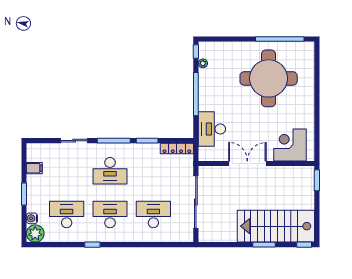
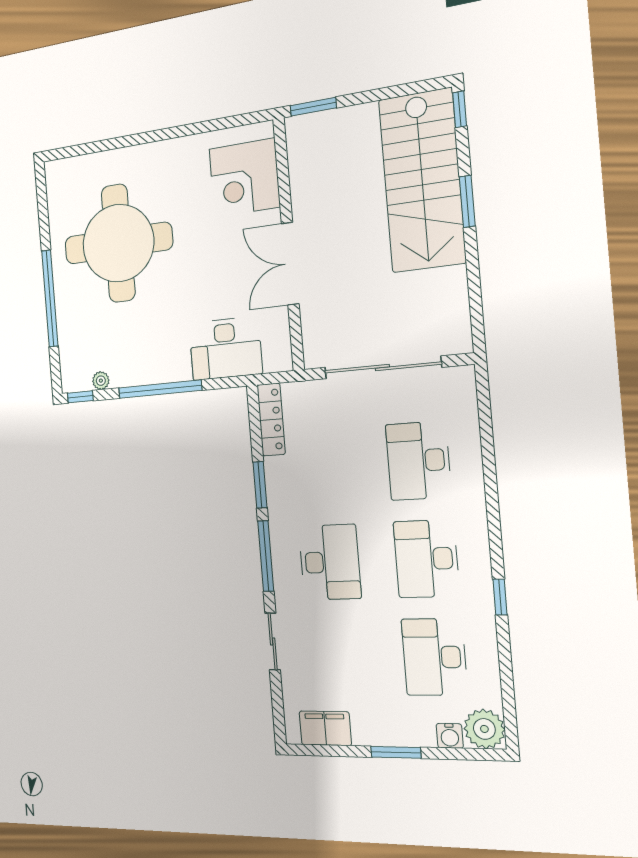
window: (280, 39) -> (50, 298), moved
filing cabinet: (34, 168) -> (325, 728), width x2.00

